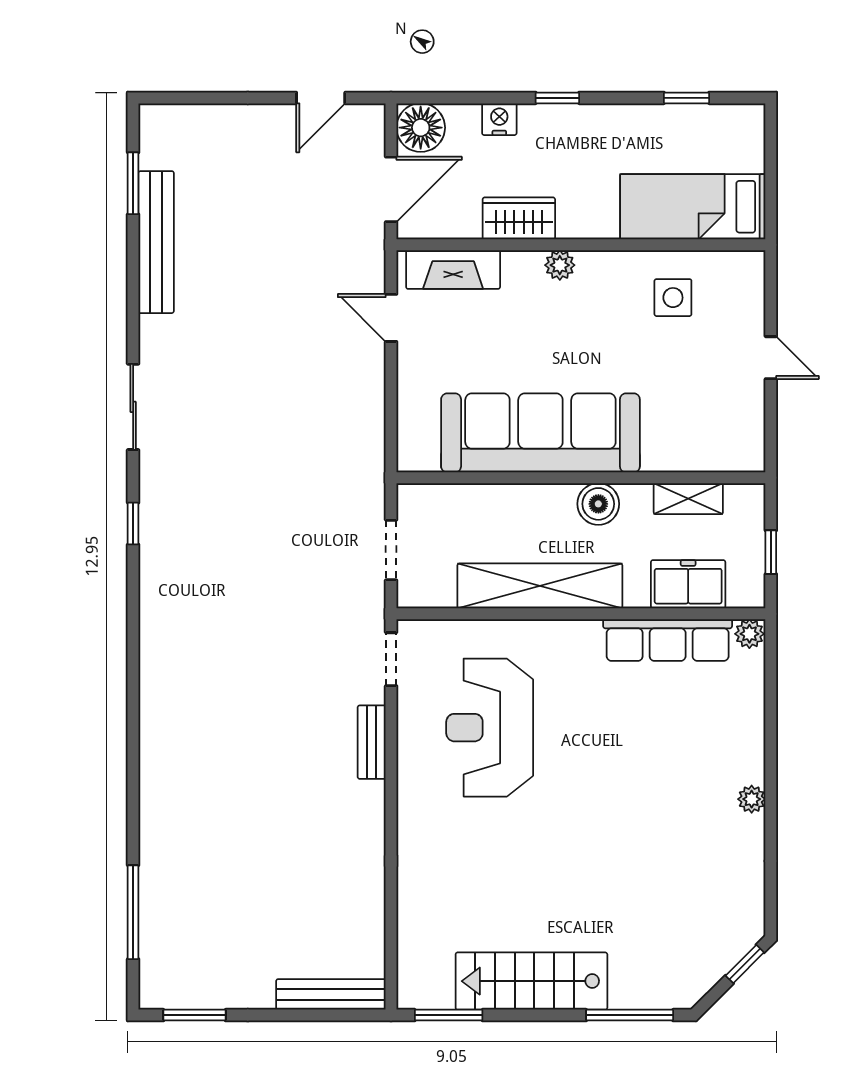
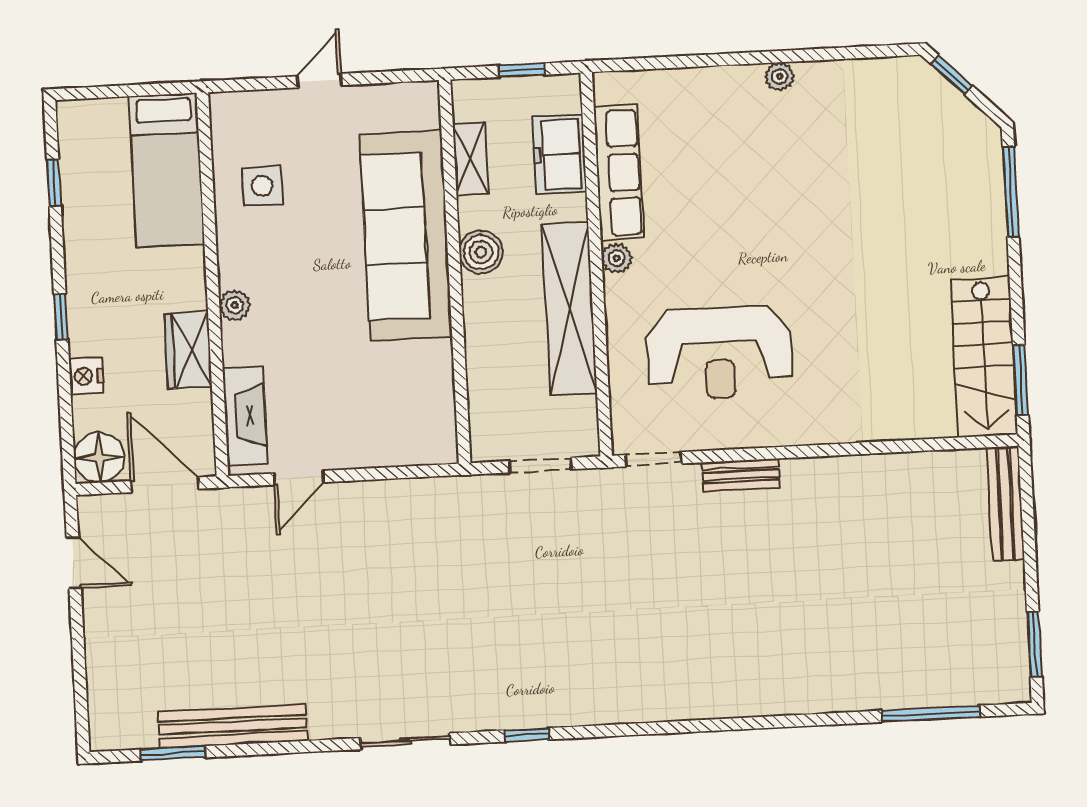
sofa: (540, 433) -> (406, 236), moved
plant: (749, 634) -> (617, 258), moved
stairs: (531, 981) -> (984, 357), moved

